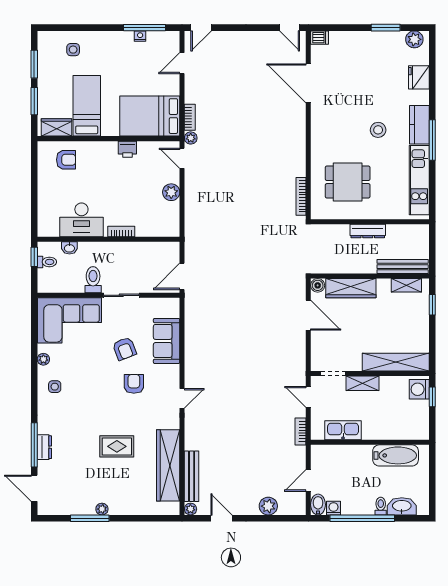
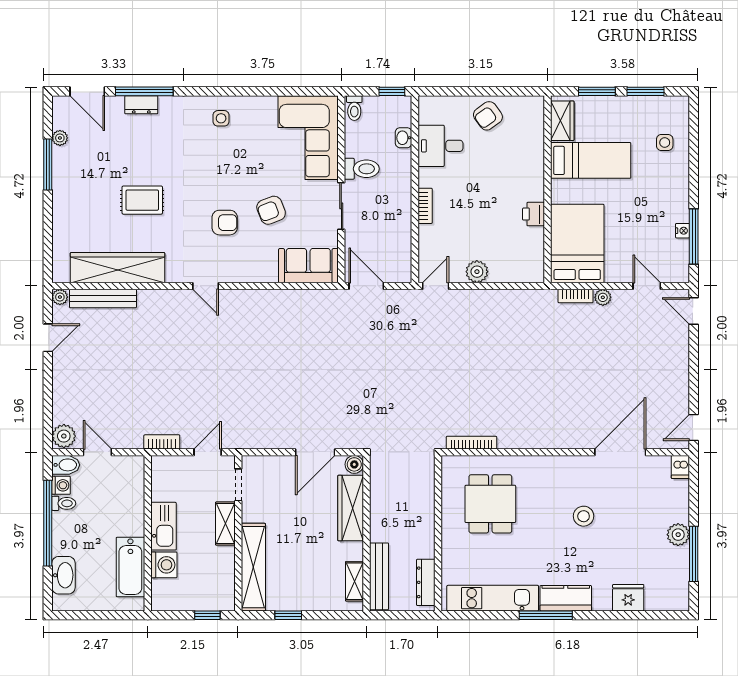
window: (386, 28) -> (694, 554), width x1.44
plant: (414, 39) -> (678, 535), moved
stool: (378, 130) -> (584, 516), moved
plant: (191, 138) -> (603, 297), moved
door: (182, 158) -> (436, 286), moved
armchair: (66, 160) -> (488, 116), moved, turned 54
desk: (81, 220) -> (440, 146), width x0.73
dresser: (368, 231) -> (426, 582), moved
toilet: (47, 262) -> (354, 108), moved
window: (432, 305) -> (288, 615), moved
sofa: (167, 341) -> (308, 266), moved
plant: (43, 359) -> (257, 103), removed
washing machine: (419, 389) -> (164, 565), moved, turned 90
kitchen sink: (343, 430) -> (163, 526), moved
rug: (117, 446) -> (142, 200), turned 90
door: (34, 488) -> (87, 91), swing flipped
plant: (268, 506) -> (64, 436), moved
toilet: (381, 506) -> (64, 503), moved
plant: (102, 509) -> (60, 138), moved

